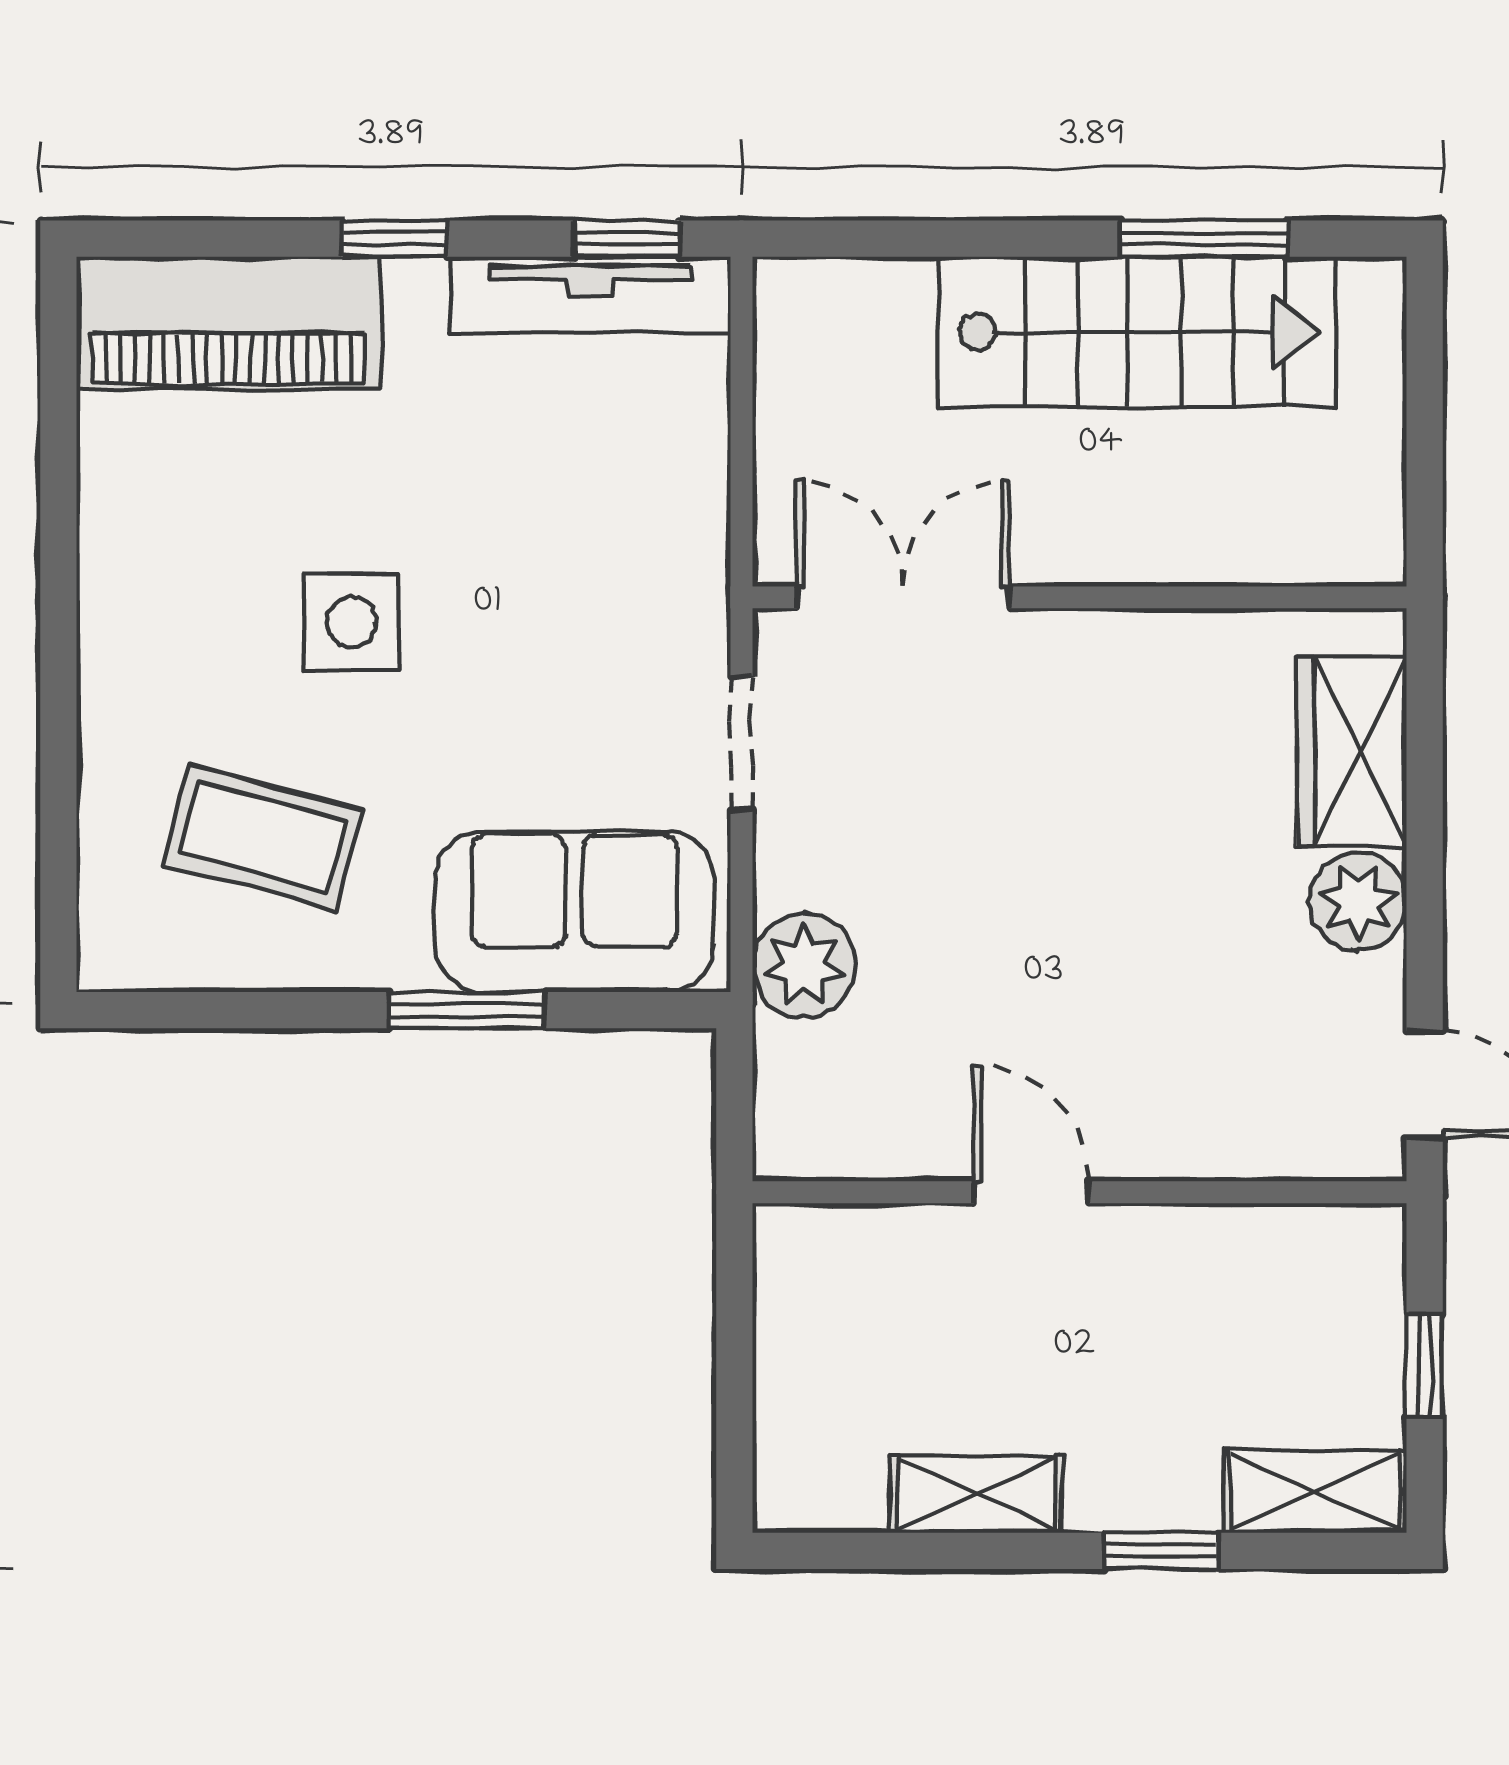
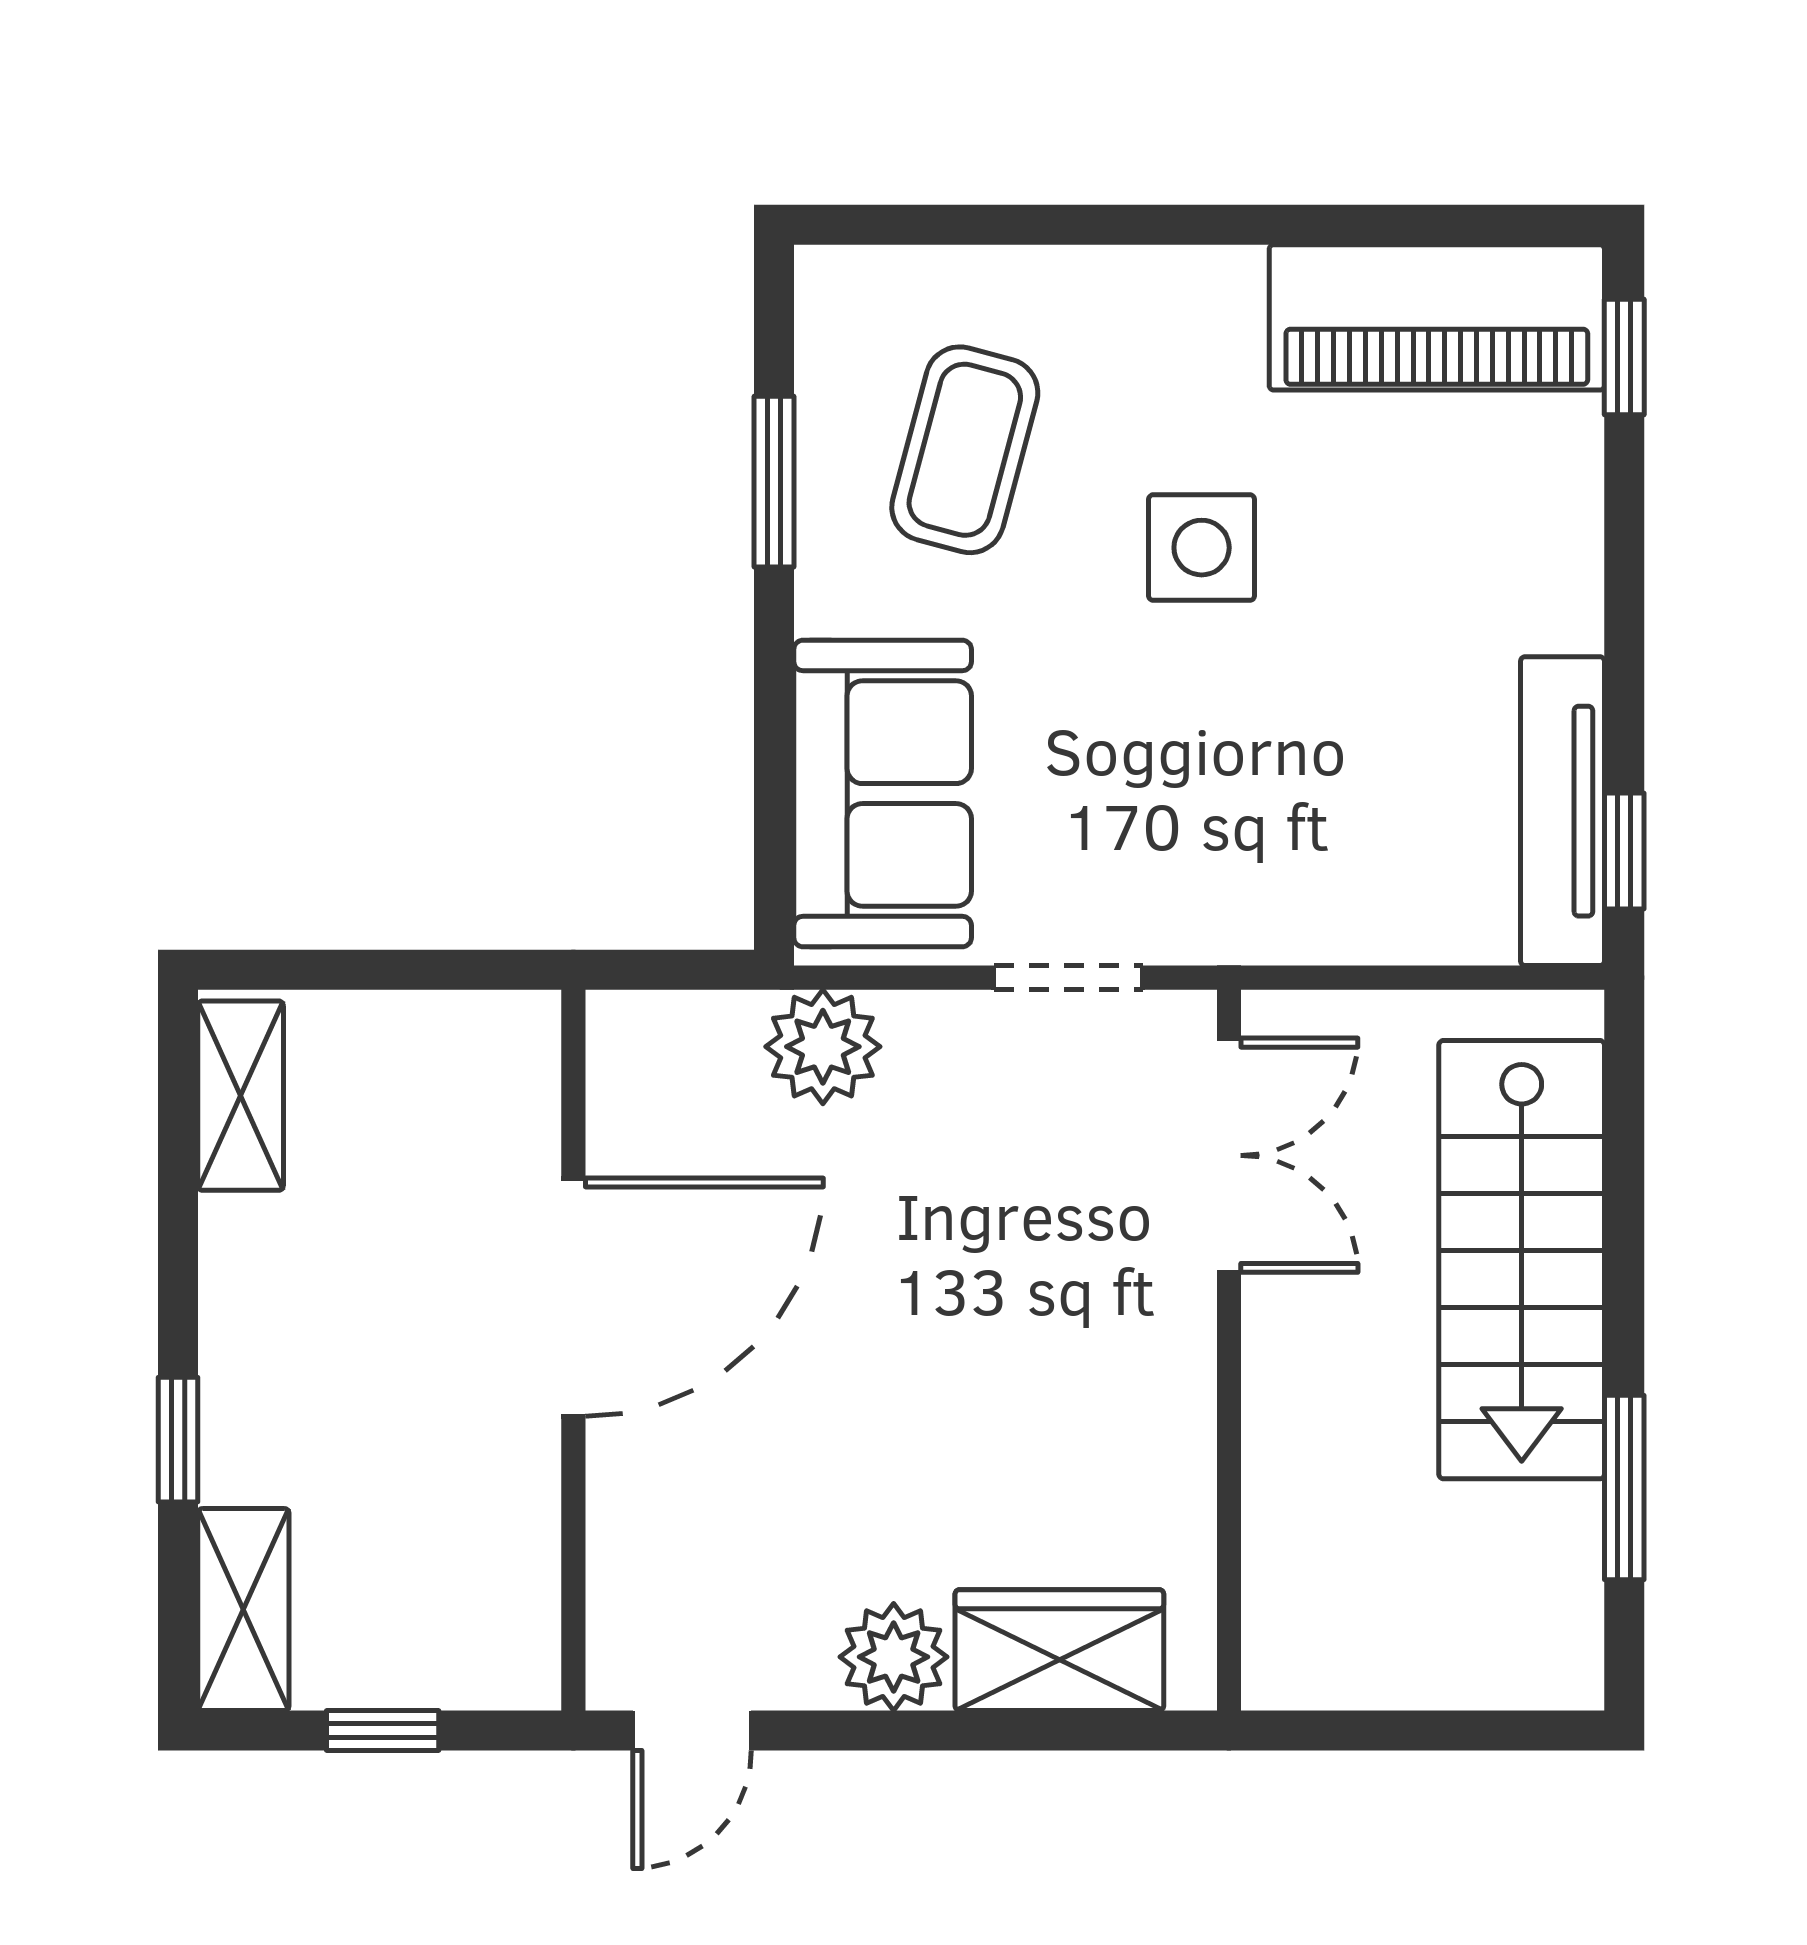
window: (394, 239) -> (1624, 357), moved
piano: (228, 323) -> (1437, 317), moved, turned -90
stairs: (1137, 332) -> (1522, 1260), moved
window: (467, 1010) -> (774, 482), moved
door: (1031, 1192) -> (573, 1297), width x1.87
shelving: (976, 1494) -> (241, 1096), moved

